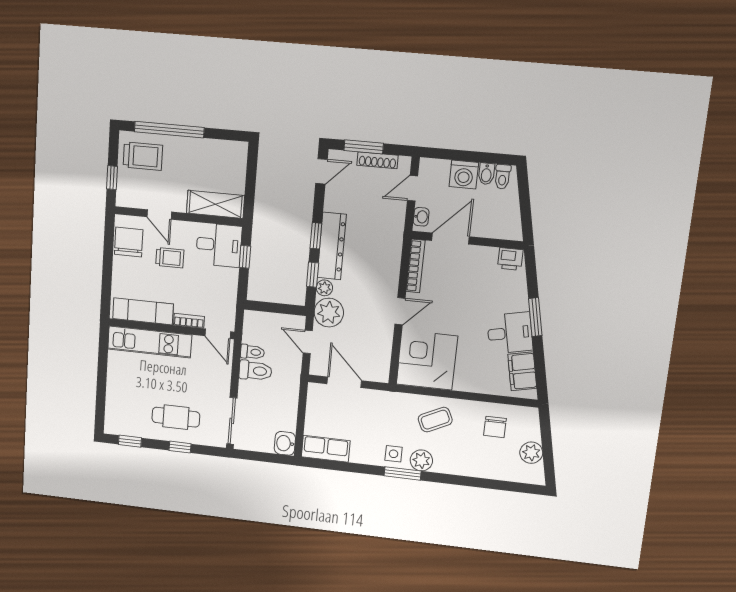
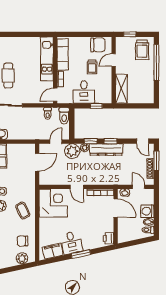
desk: (219, 245) -> (84, 92), moved
toilet: (255, 371) -> (64, 116), moved
plant: (531, 453) -> (22, 258), moved

